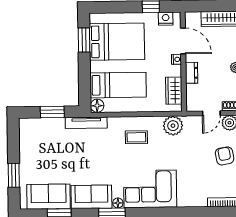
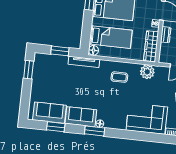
wardrobe: (174, 91) -> (151, 46), width x1.50
window: (14, 175) -> (29, 70), moved
corner sofa: (150, 189) -> (147, 119), moved

